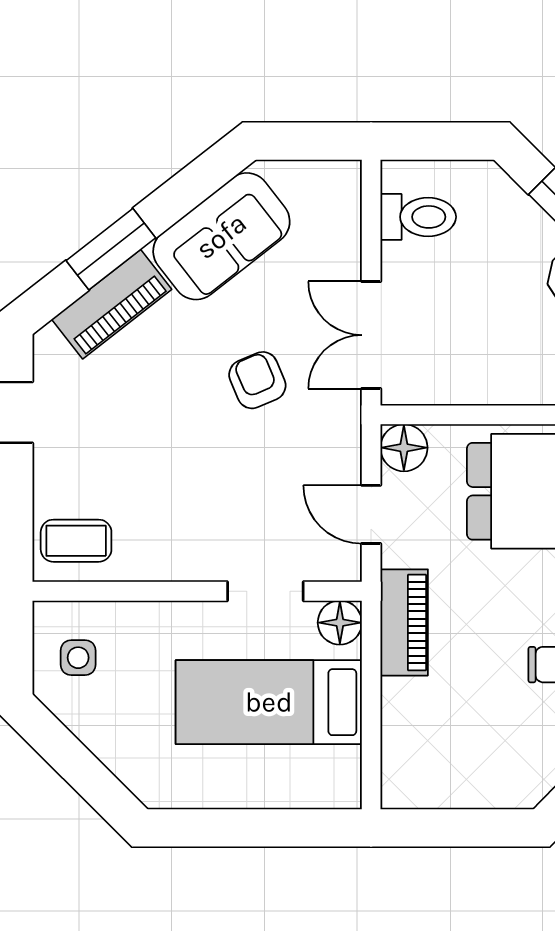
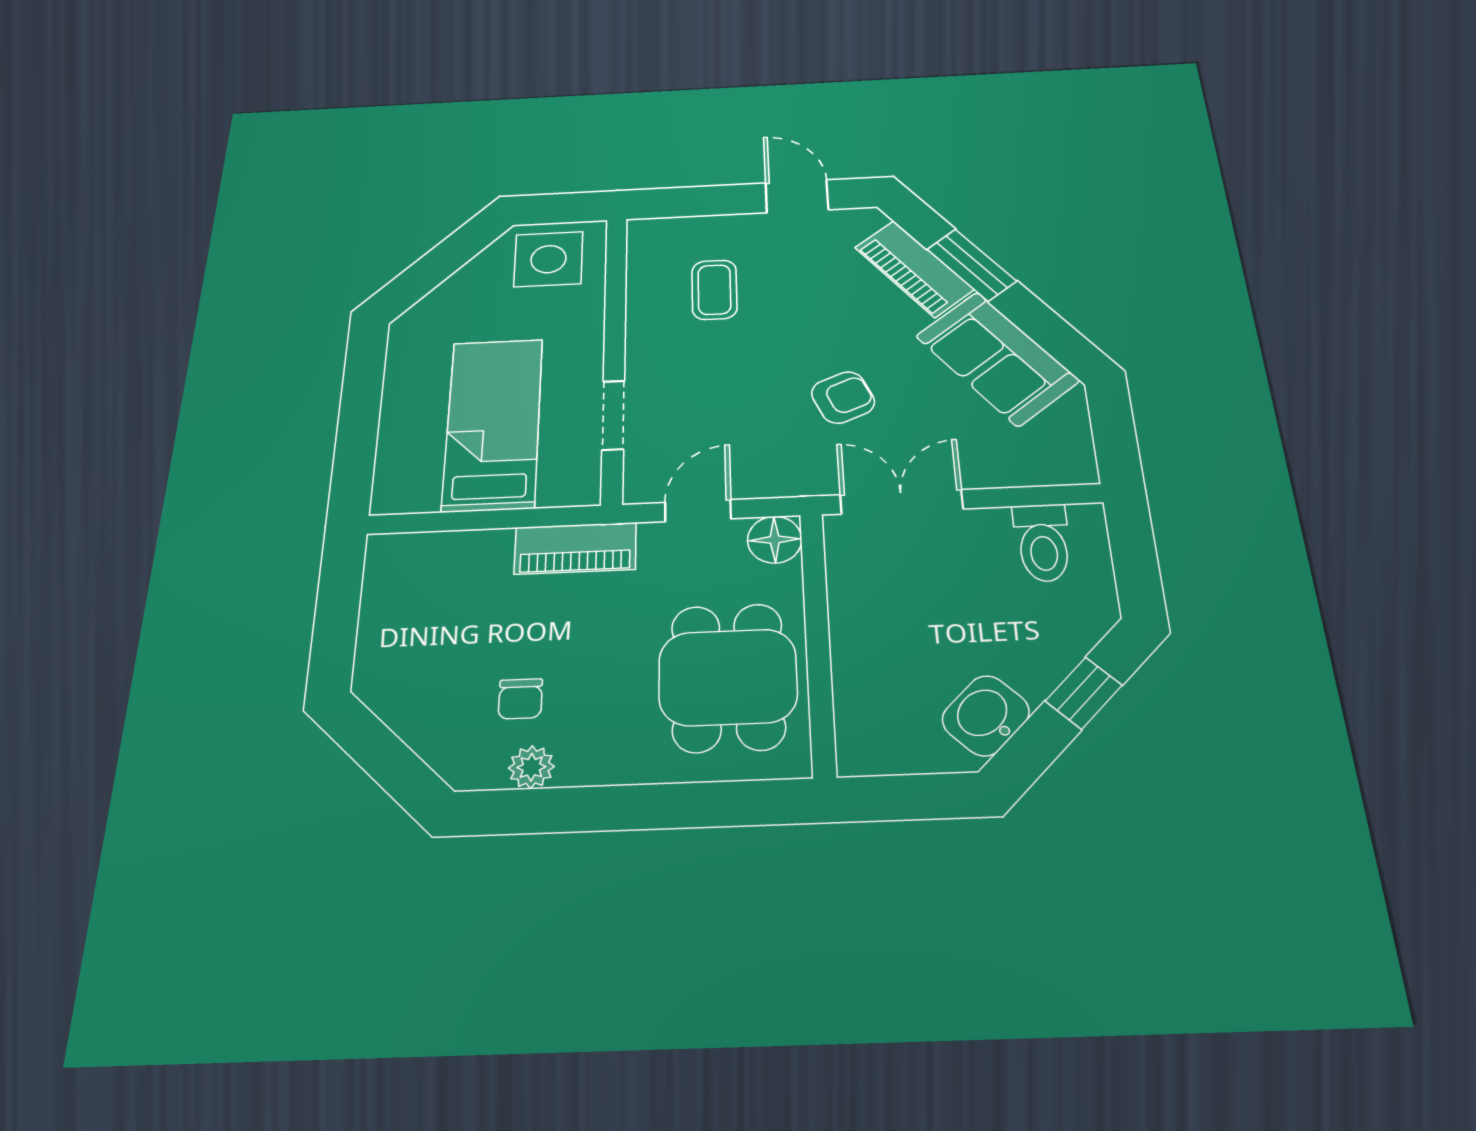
coffee table: (76, 541) -> (714, 290), moved
floor lamp: (340, 623) -> (577, 486), removed
side table: (78, 658) -> (548, 259), width x1.87, depth x1.87

